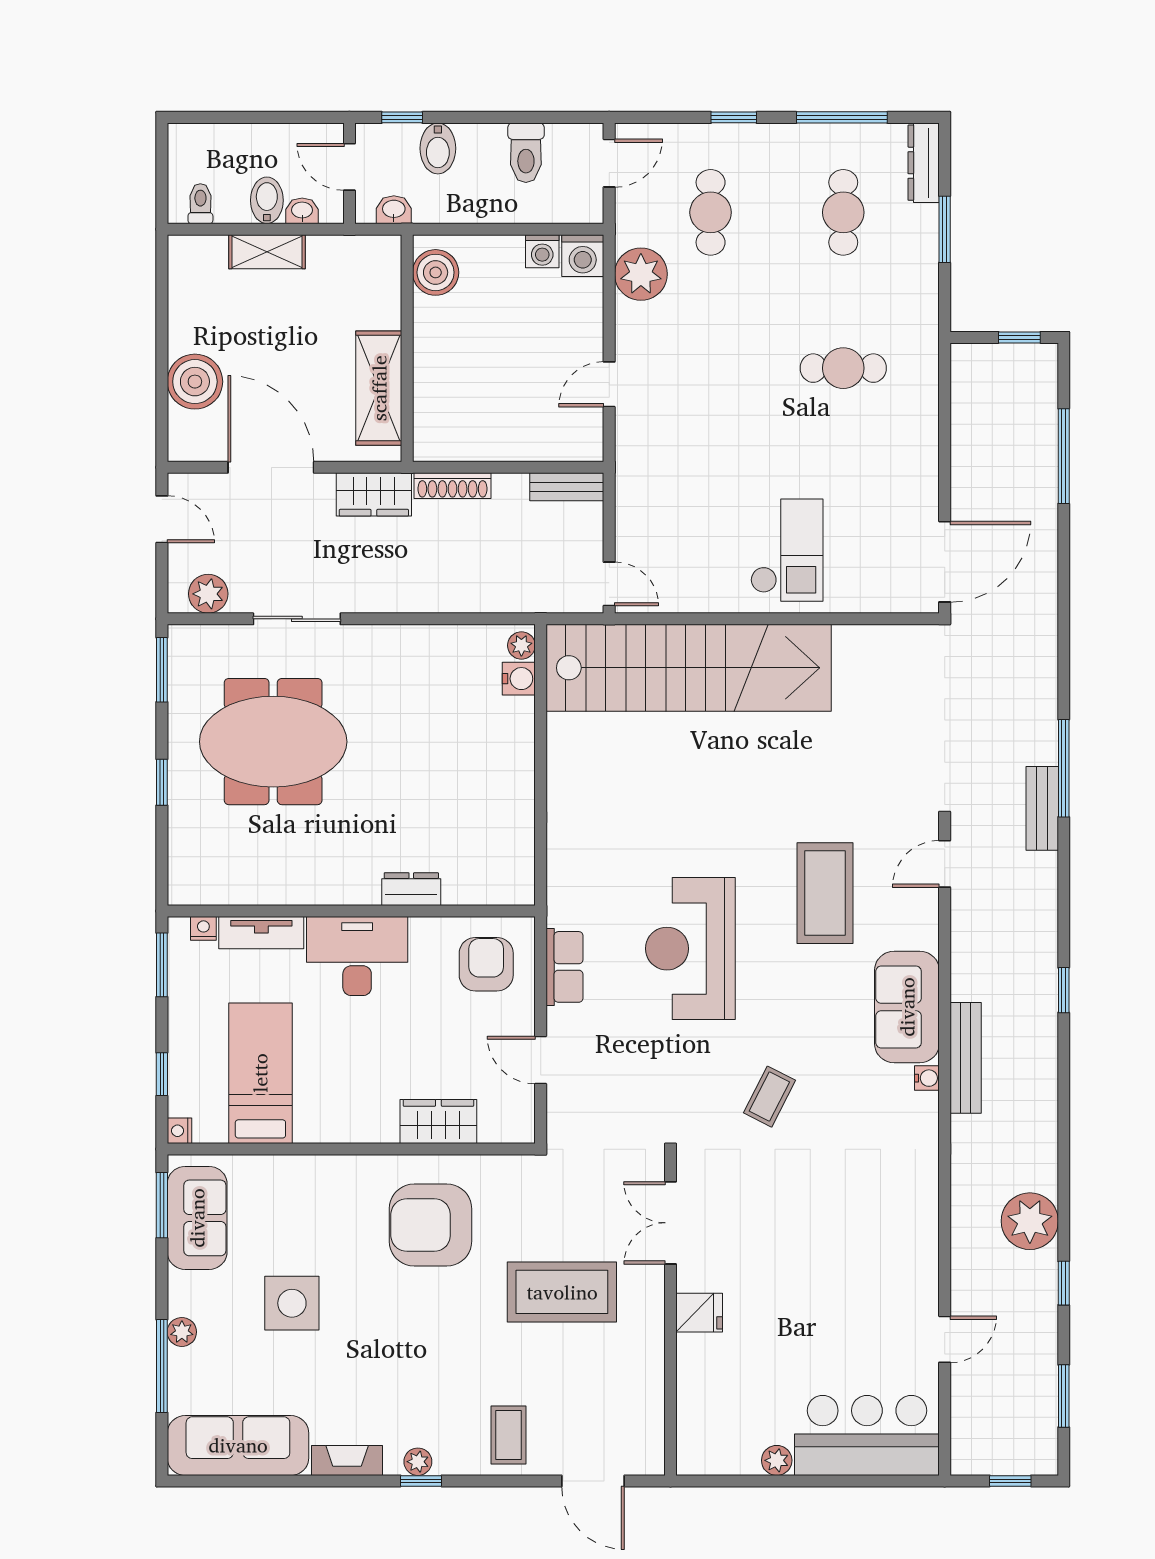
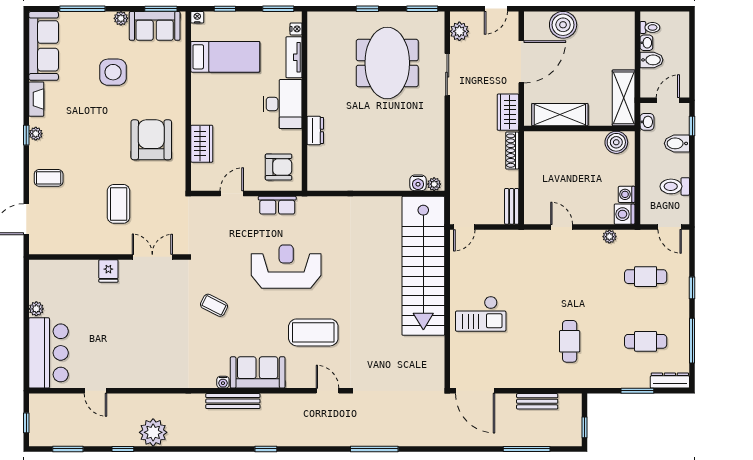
washbasin: (302, 211) -> (646, 43), moved
shelving: (267, 252) -> (624, 98), moved, width x1.50, depth x1.33
plant: (641, 274) -> (609, 237), width x0.53, depth x0.53
bench: (1042, 808) -> (537, 401), moved
coffee table: (562, 1292) -> (119, 204), width x0.73, depth x0.76
plant: (182, 1332) -> (121, 18), moved

